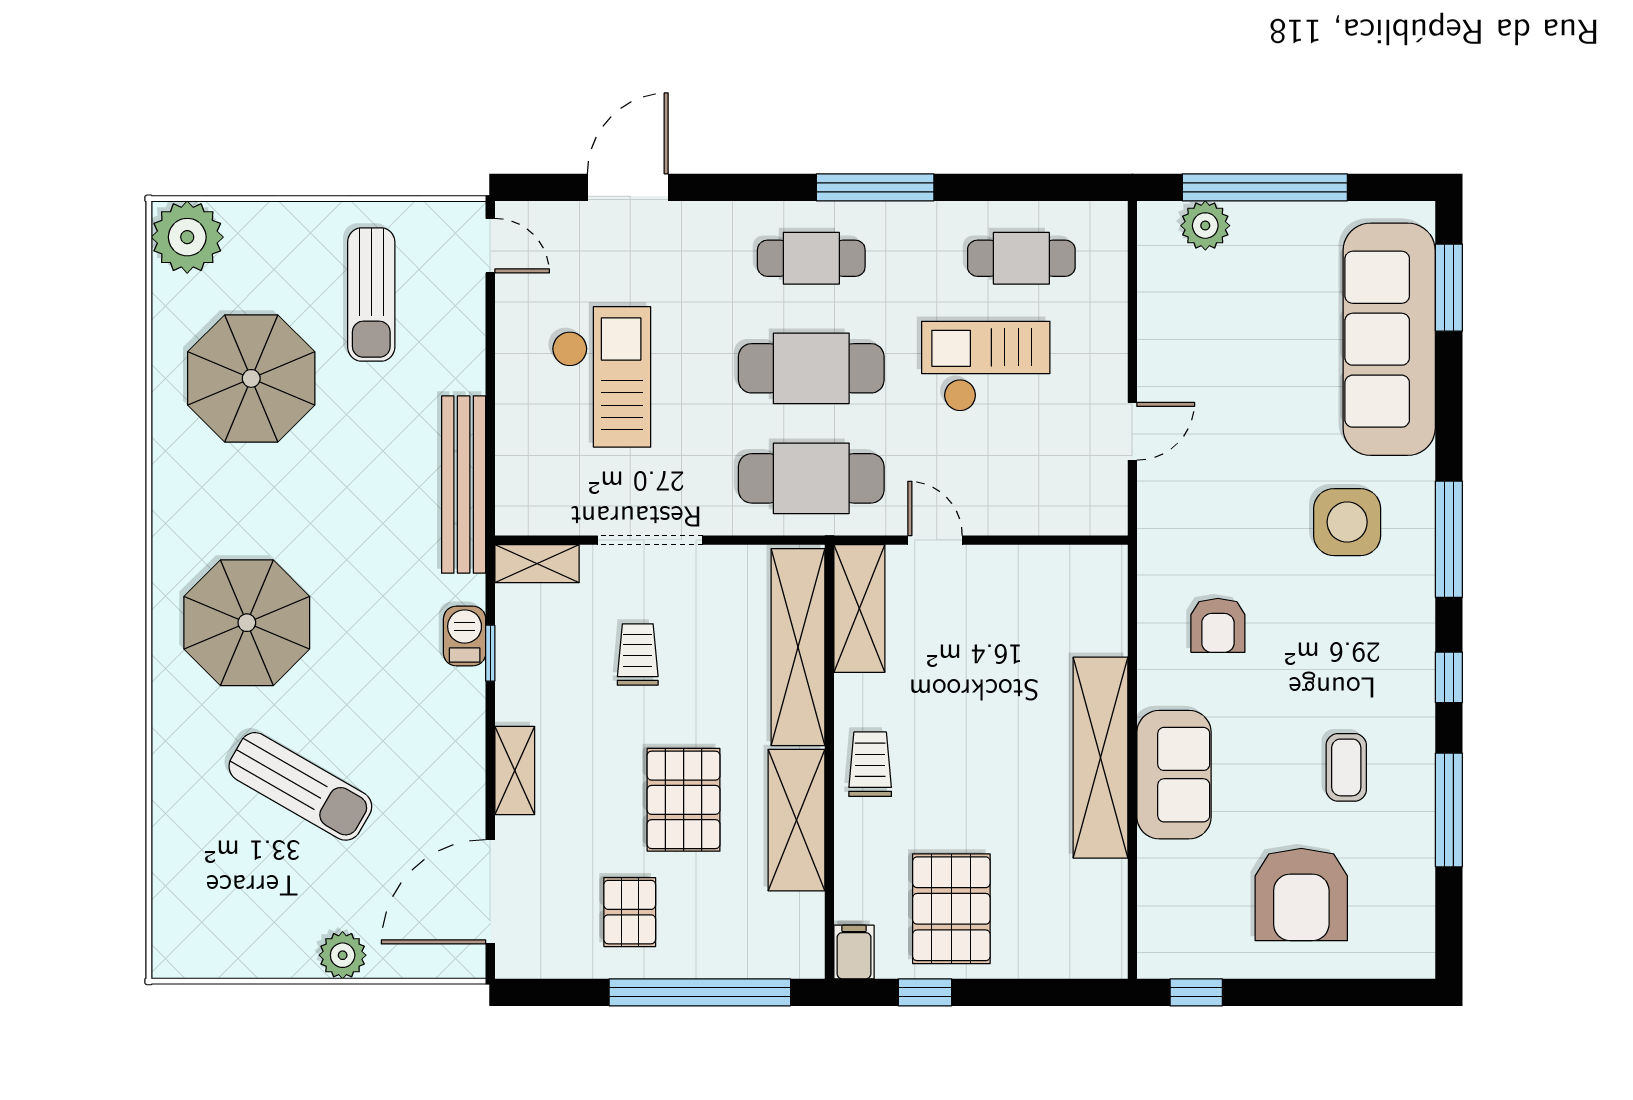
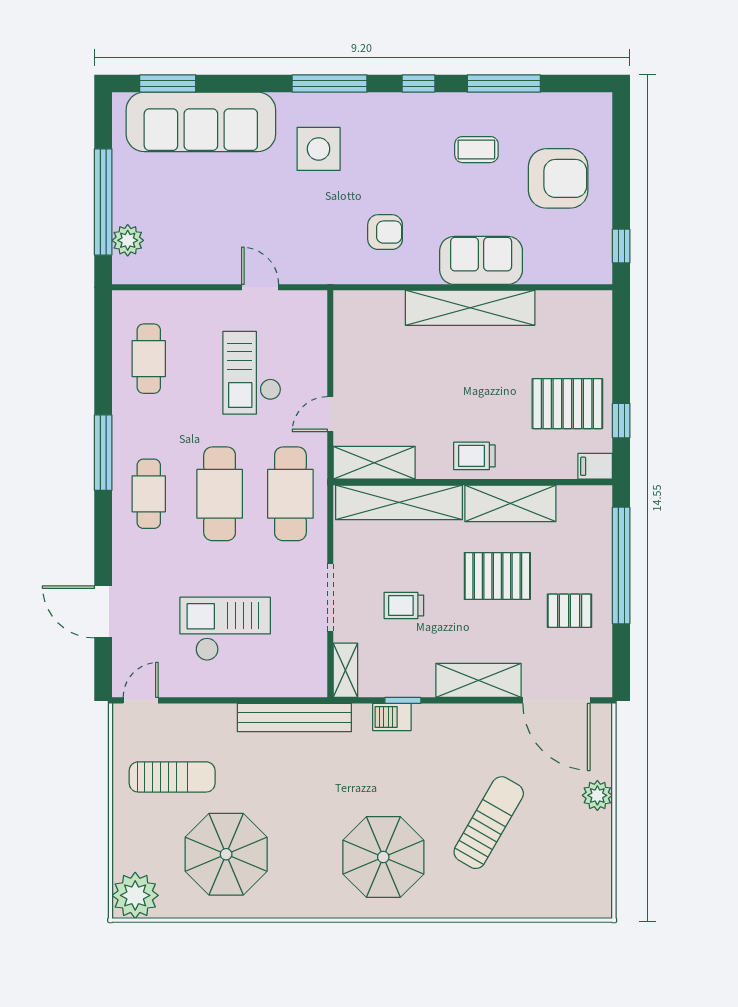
checkout: (986, 366) -> (252, 373), moved
shelving: (515, 771) -> (478, 680), width x1.50, depth x1.33

